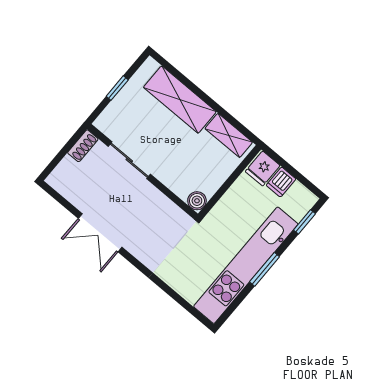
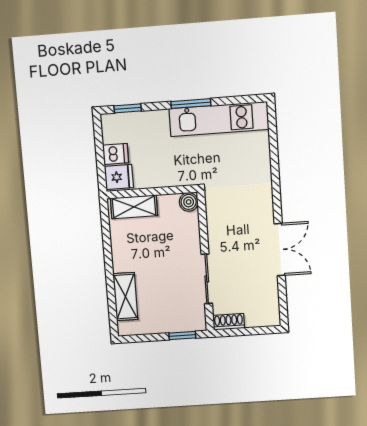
window: (117, 88) -> (182, 336), moved
shelving: (180, 100) -> (125, 297), width x0.67, depth x0.75
shelving: (229, 135) -> (134, 207), moved, turned 90
kitchen unit: (246, 265) -> (219, 119), width x0.73

